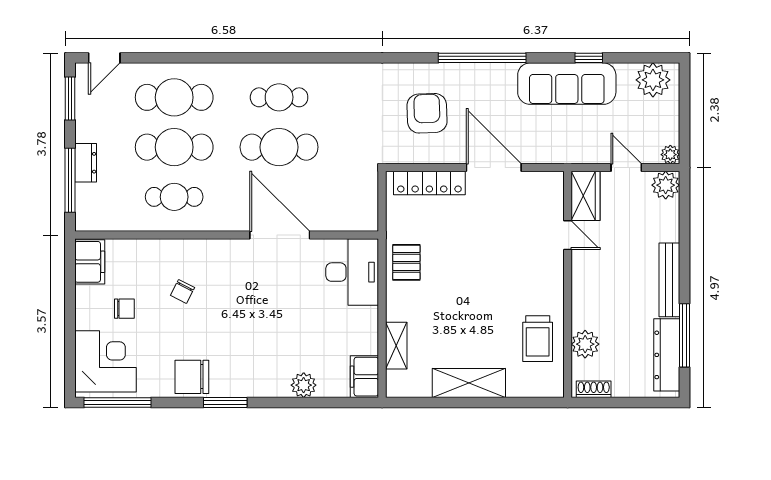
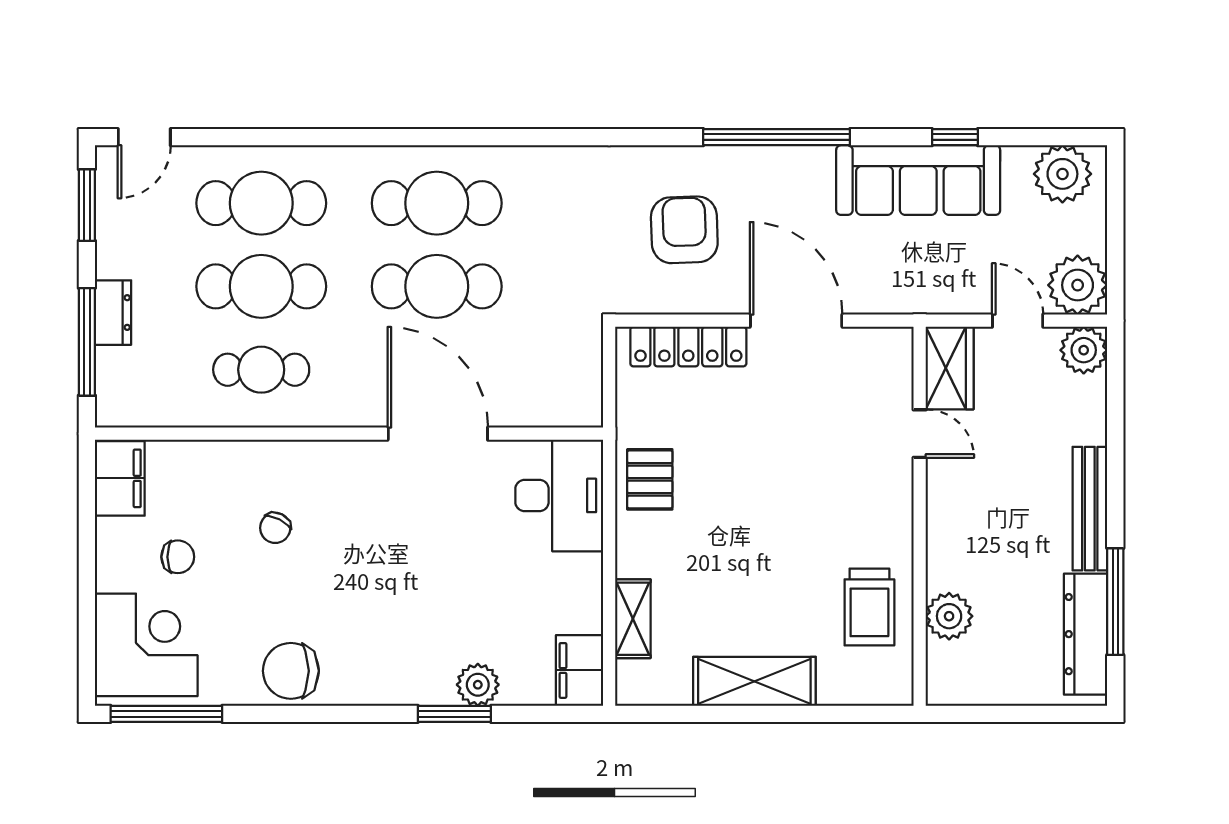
cafe table: (279, 97) -> (437, 203), width x1.37, depth x1.35
plant: (670, 155) -> (1078, 285), width x1.88, depth x1.88
shoe rack: (594, 389) -> (963, 692), removed
window: (225, 403) -> (454, 714), moved

